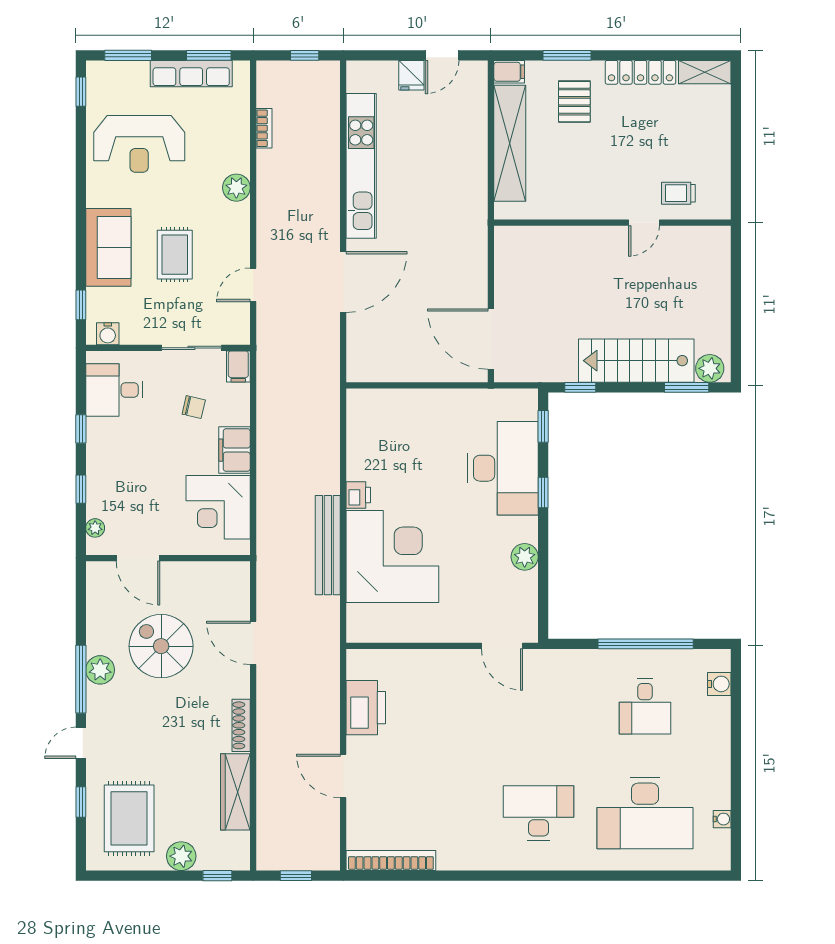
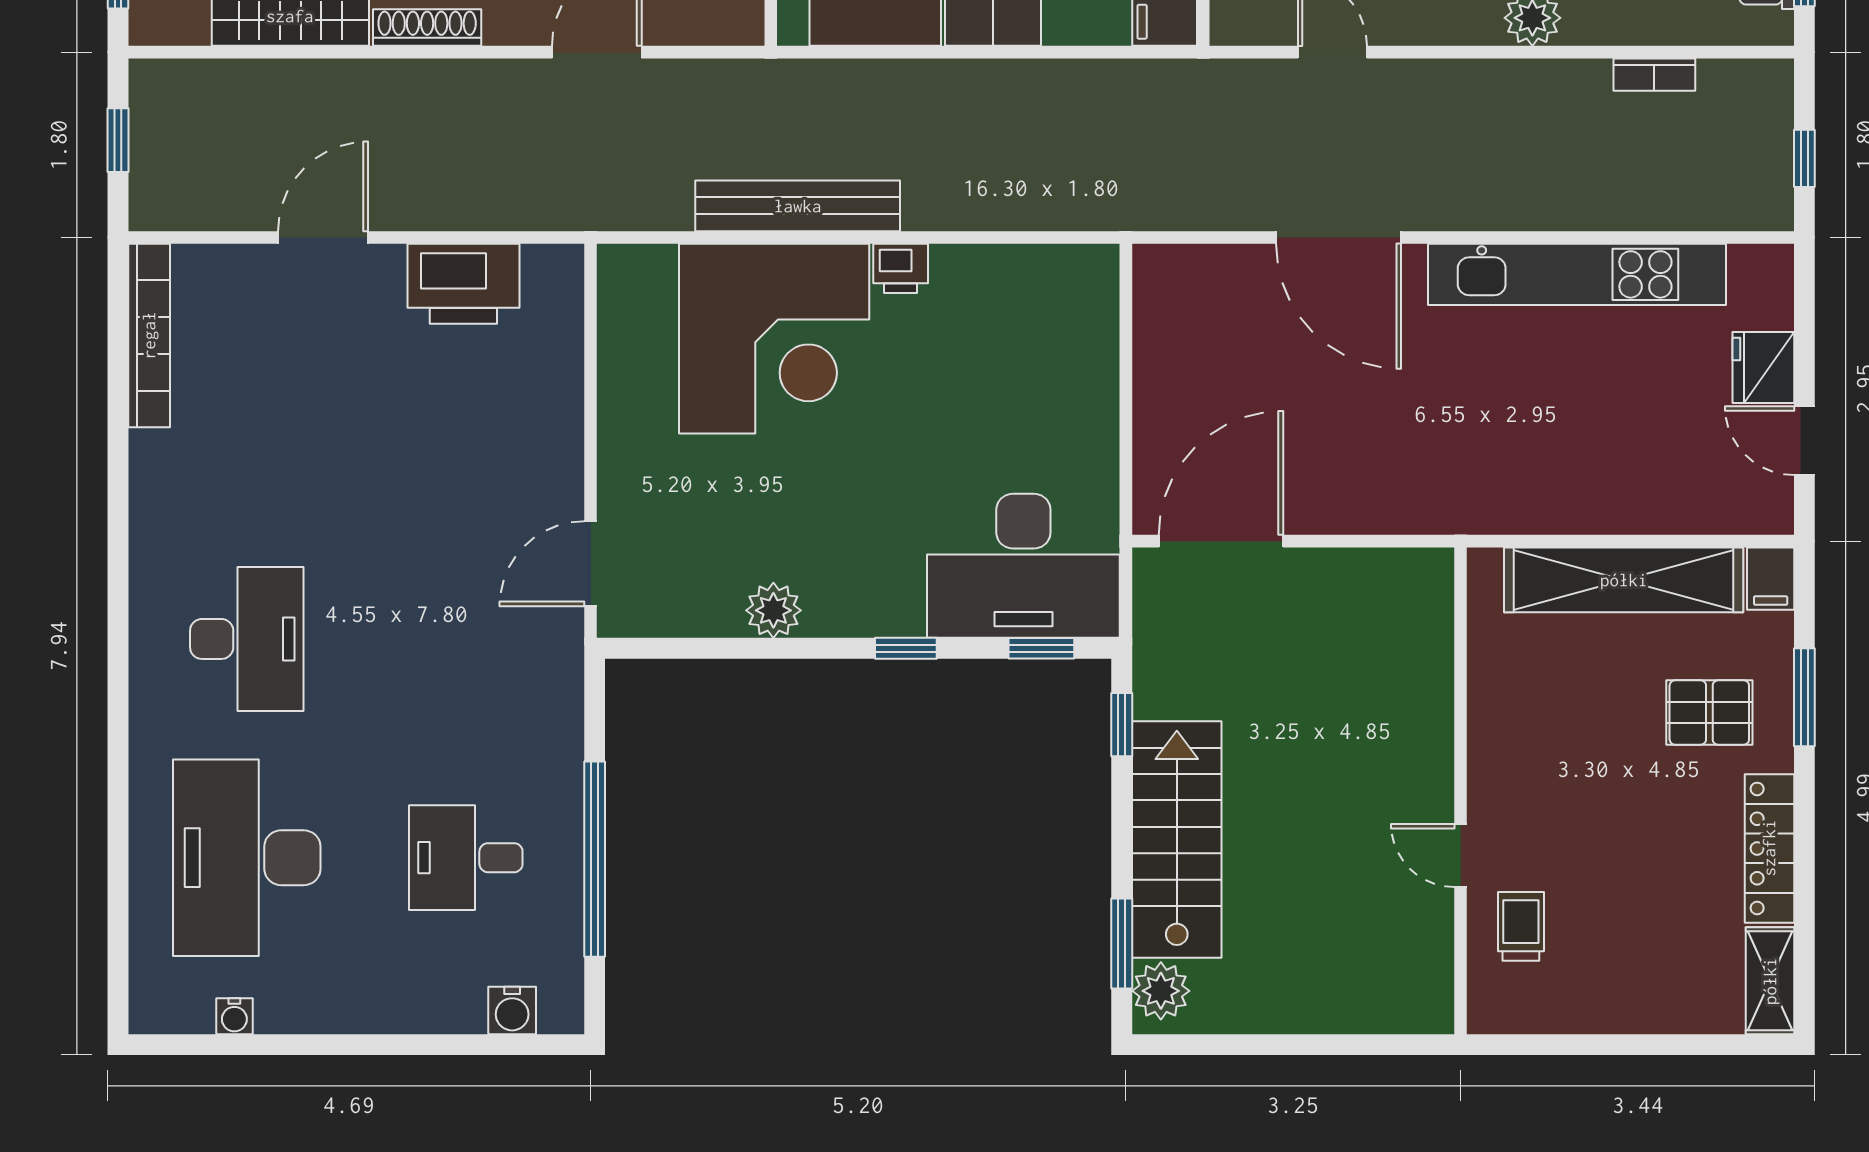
fridge: (411, 75) -> (1763, 368), width x1.38
desk: (503, 468) -> (1023, 566), moved

